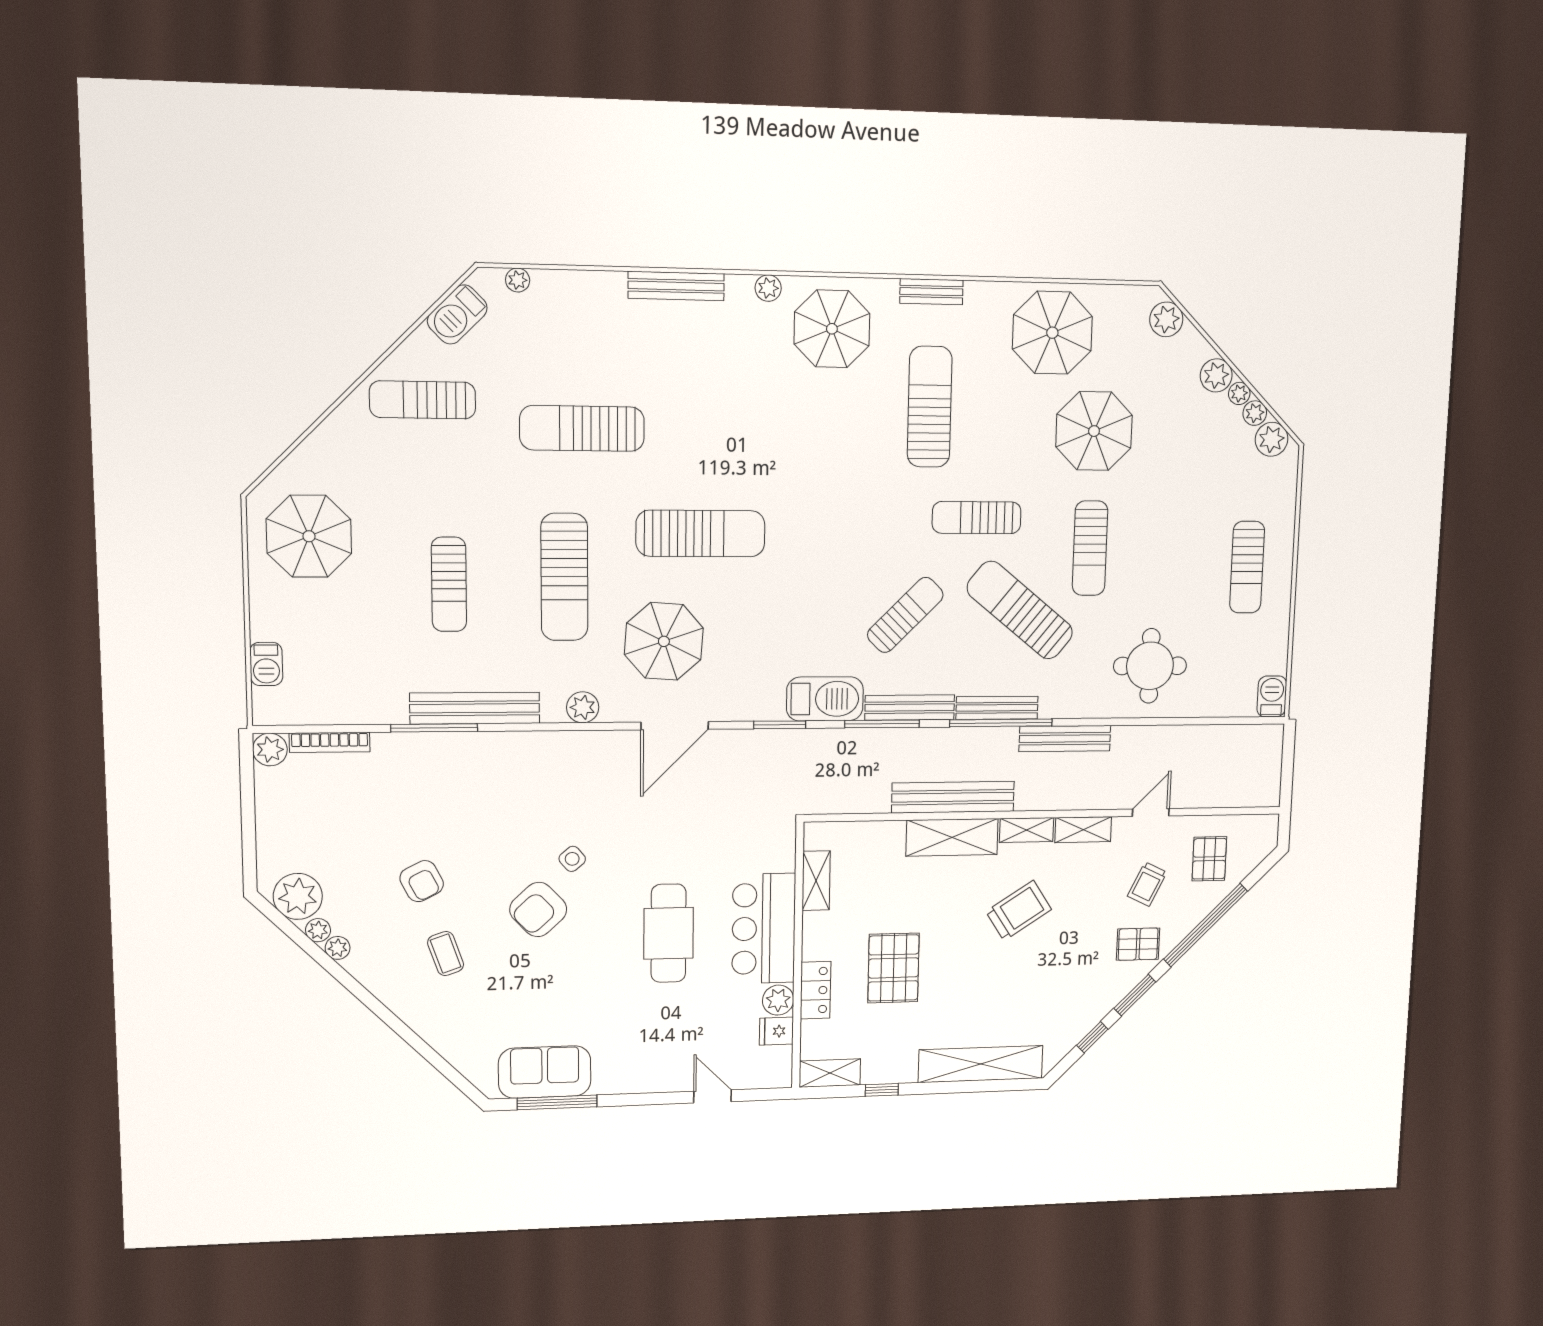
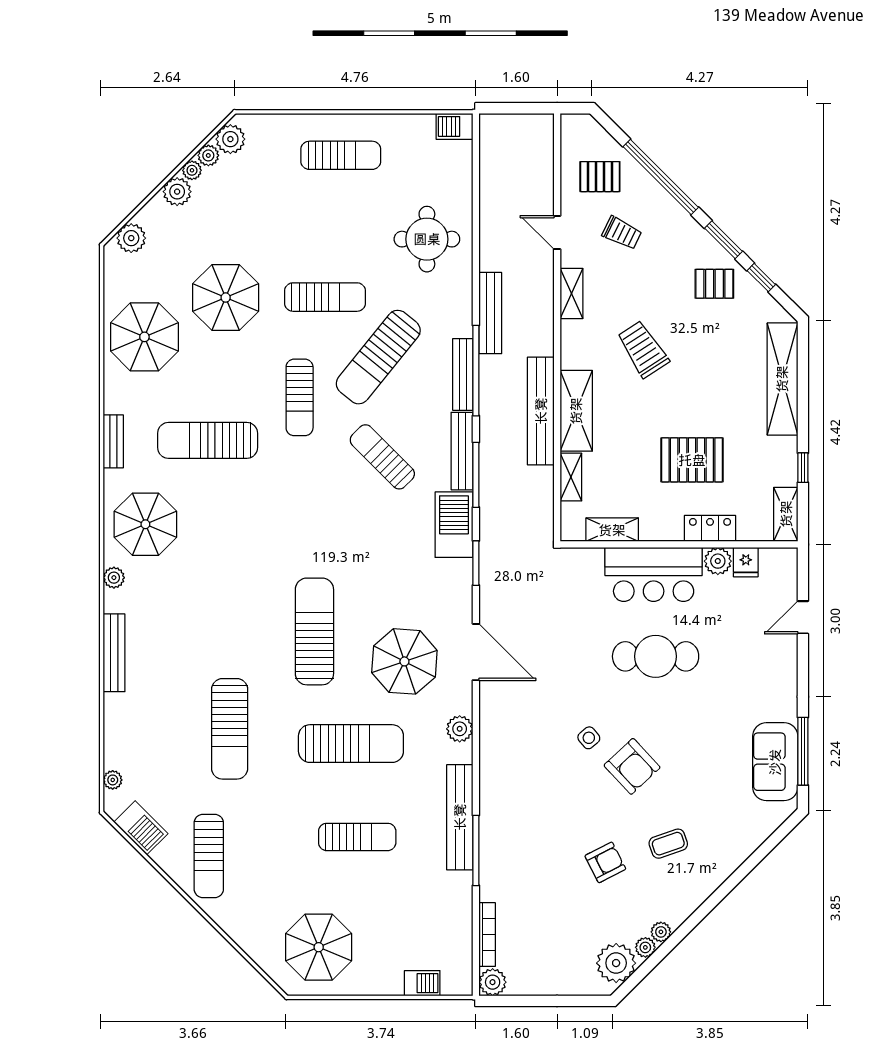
shelving: (1027, 830) -> (571, 477), moved
pallet: (1138, 944) -> (714, 284), moved, turned 90

